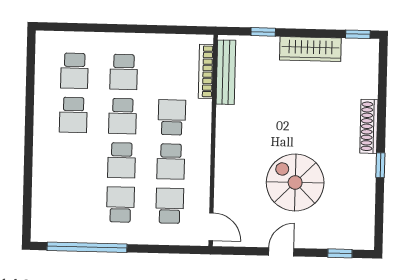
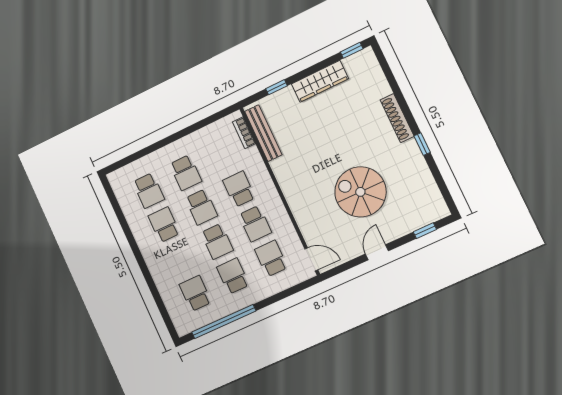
bookcase: (206, 71) -> (244, 133), width x0.64
school desk: (73, 115) -> (164, 225), turned 180
school desk: (71, 203) -> (195, 293), added

